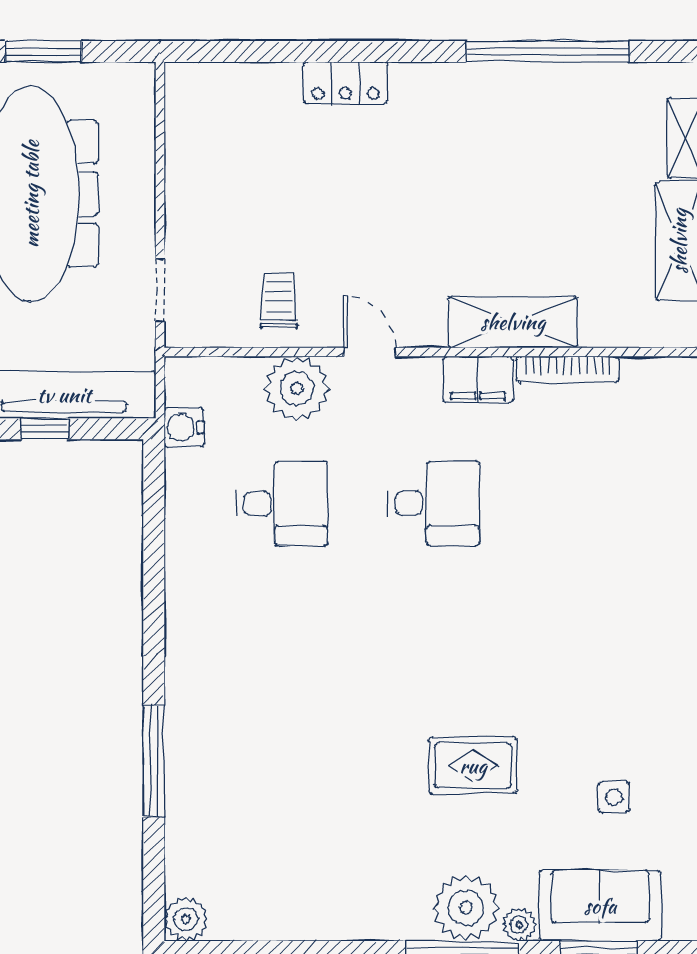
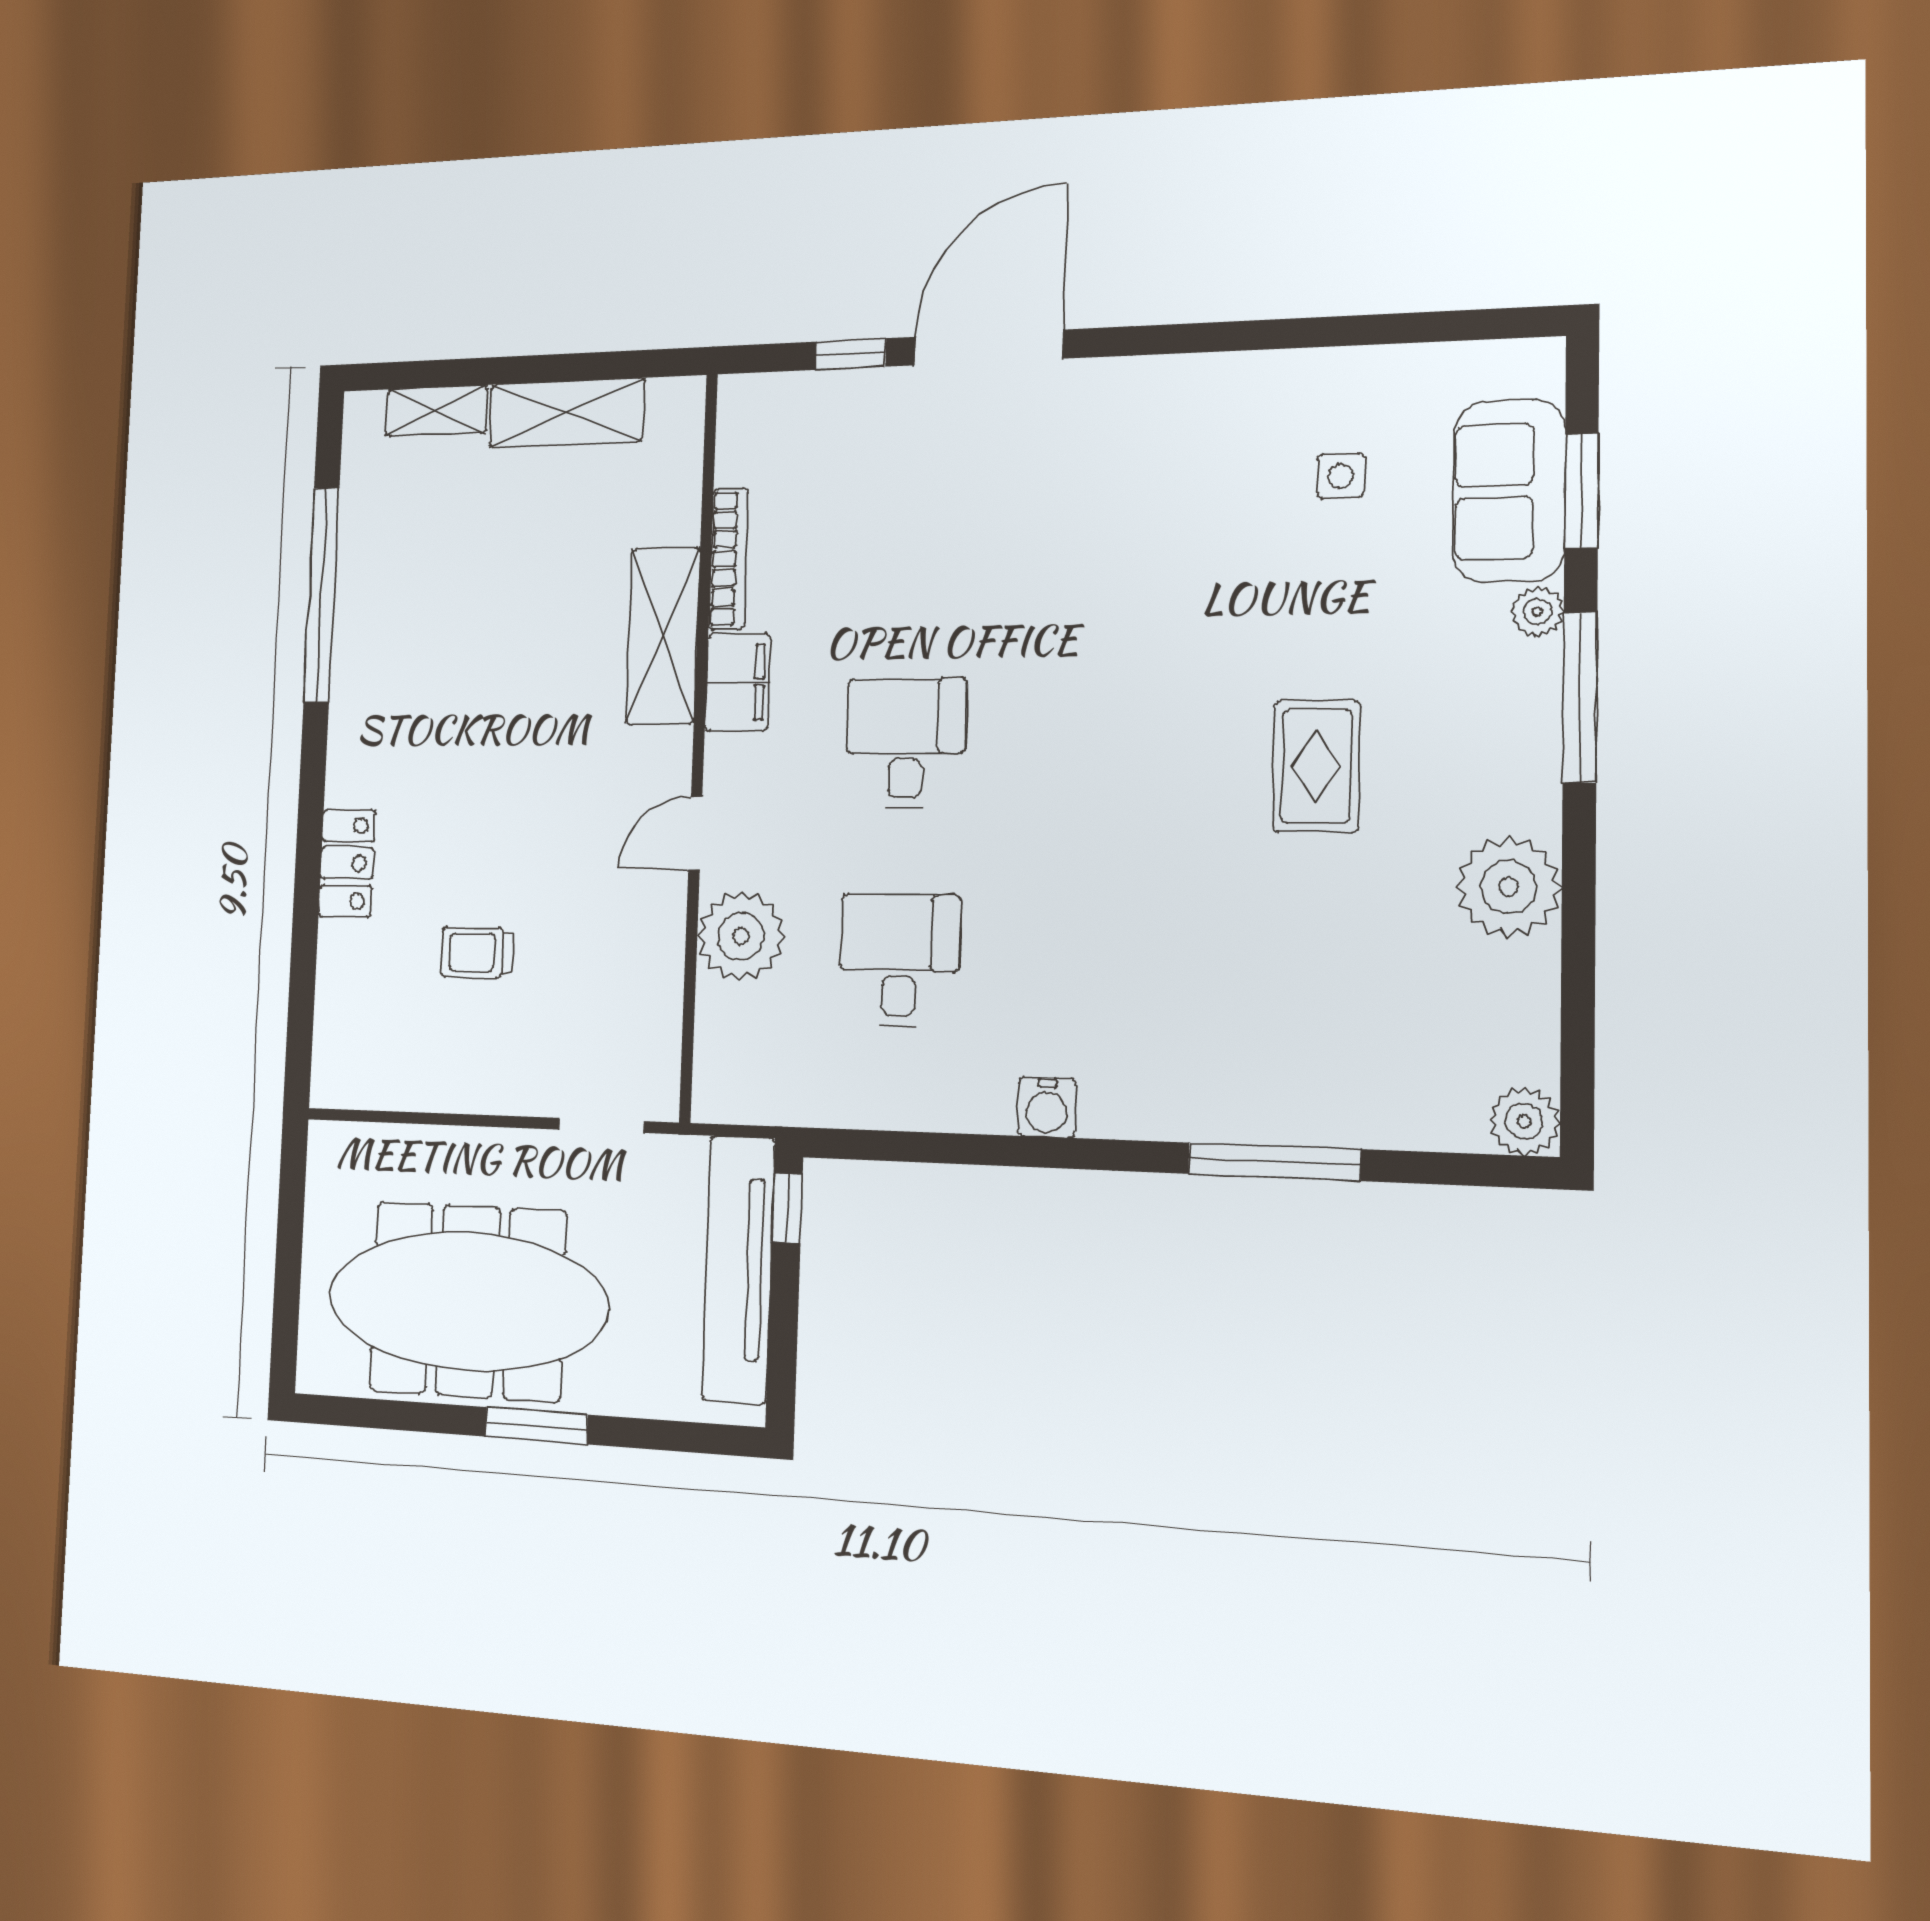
window: (44, 51) -> (288, 1272), removed
trolley: (279, 300) -> (477, 952), moved
water cooler: (184, 427) -> (1047, 1108), moved
window: (45, 429) -> (787, 1208), moved
rug: (473, 766) -> (1316, 766), moved
plant: (466, 908) -> (1508, 887), moved

